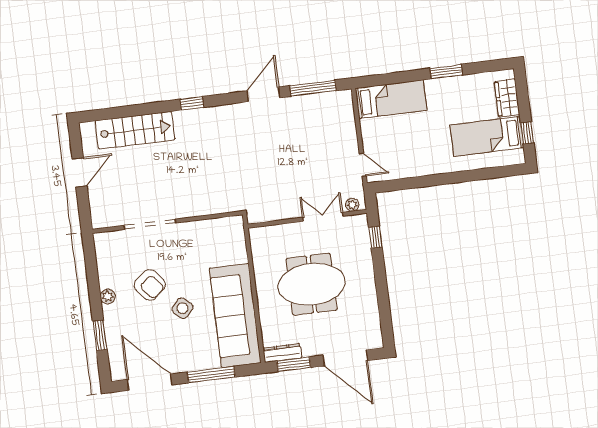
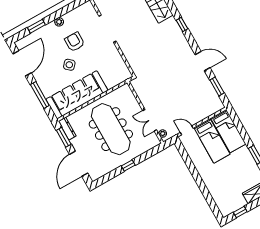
window: (313, 88) -> (217, 86), width x0.69
bed: (487, 136) -> (212, 141), moved, turned 180
door: (363, 165) -> (187, 130), swing flipped
double door: (323, 217) -> (150, 120), swing flipped
window: (375, 237) -> (128, 166), moved
meeting table: (312, 284) -> (111, 129), width x1.36
armchair: (150, 285) -> (75, 42), turned 130

